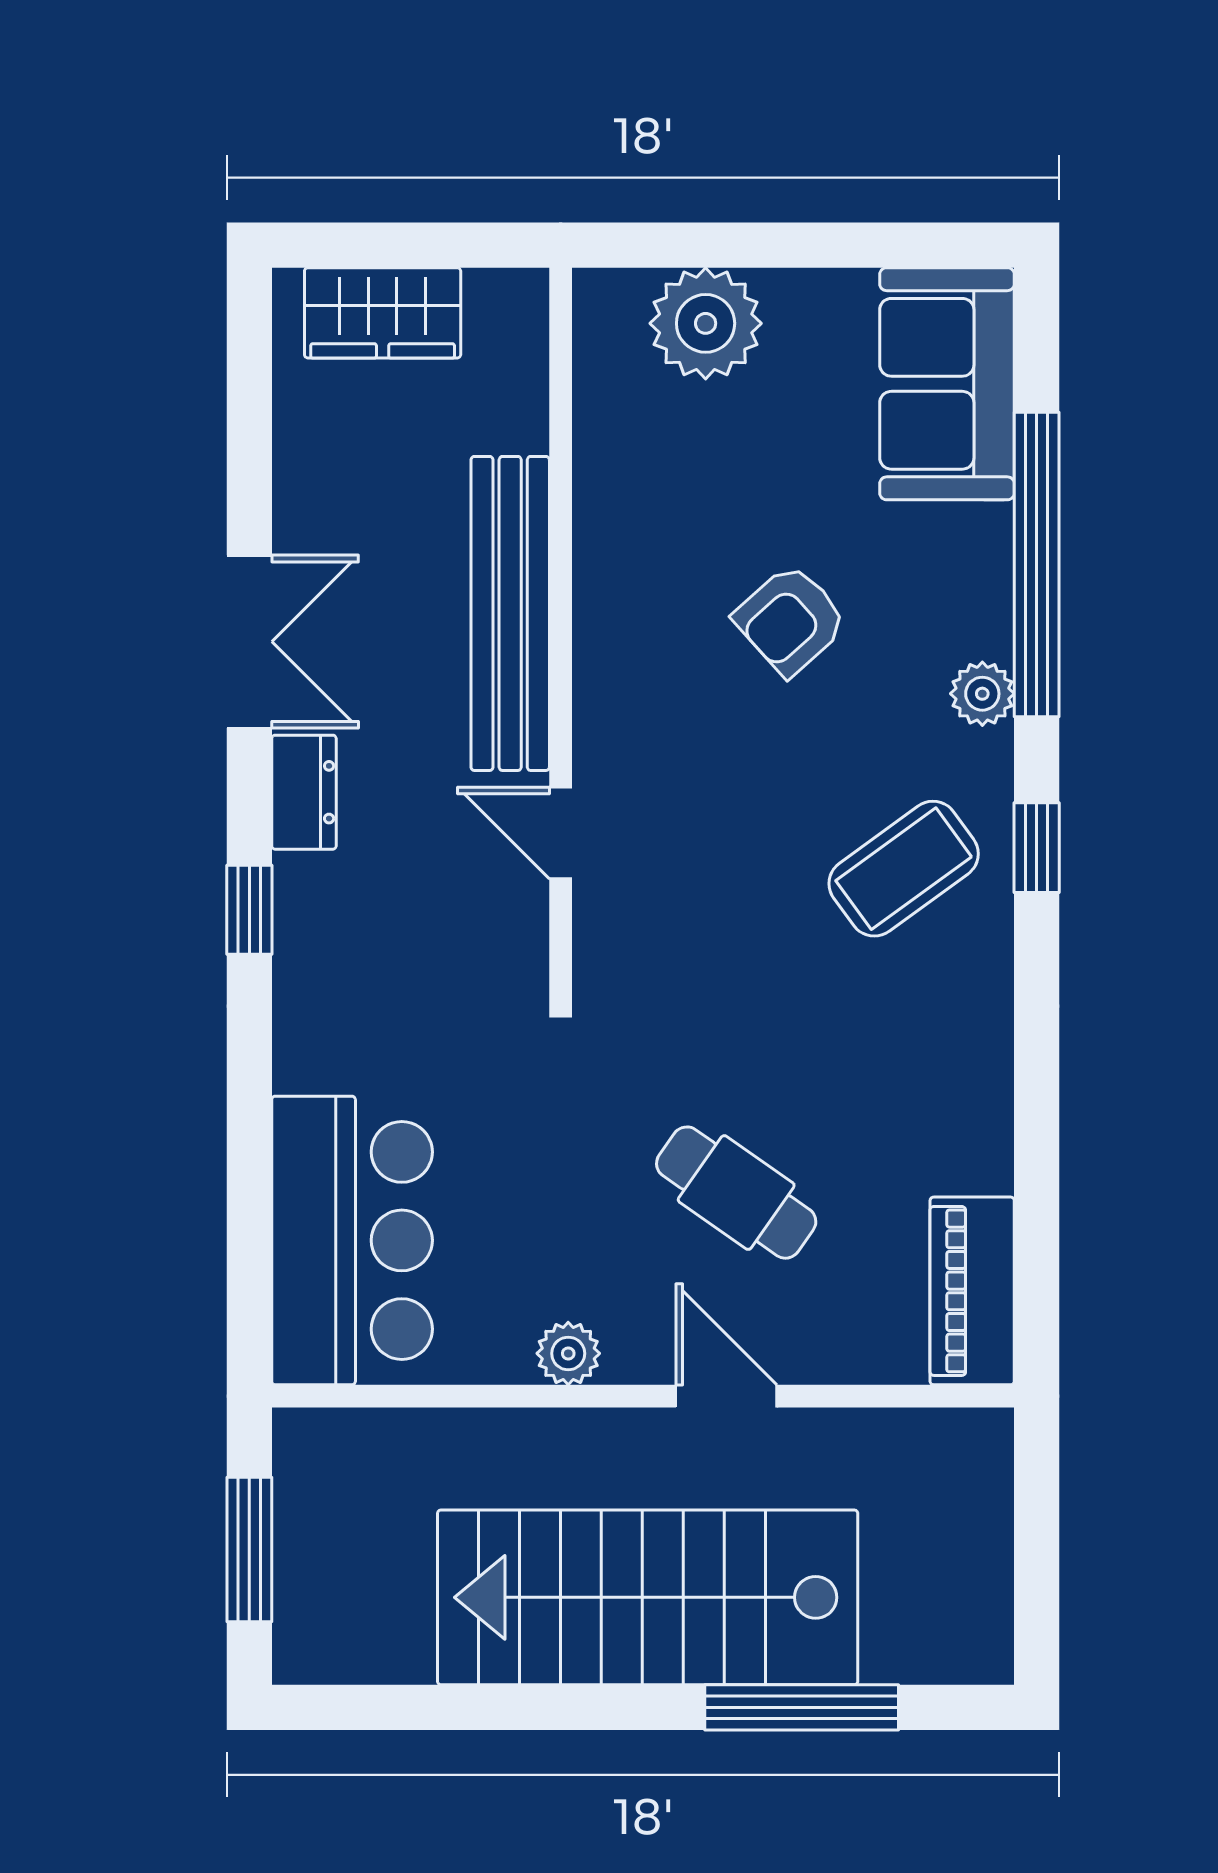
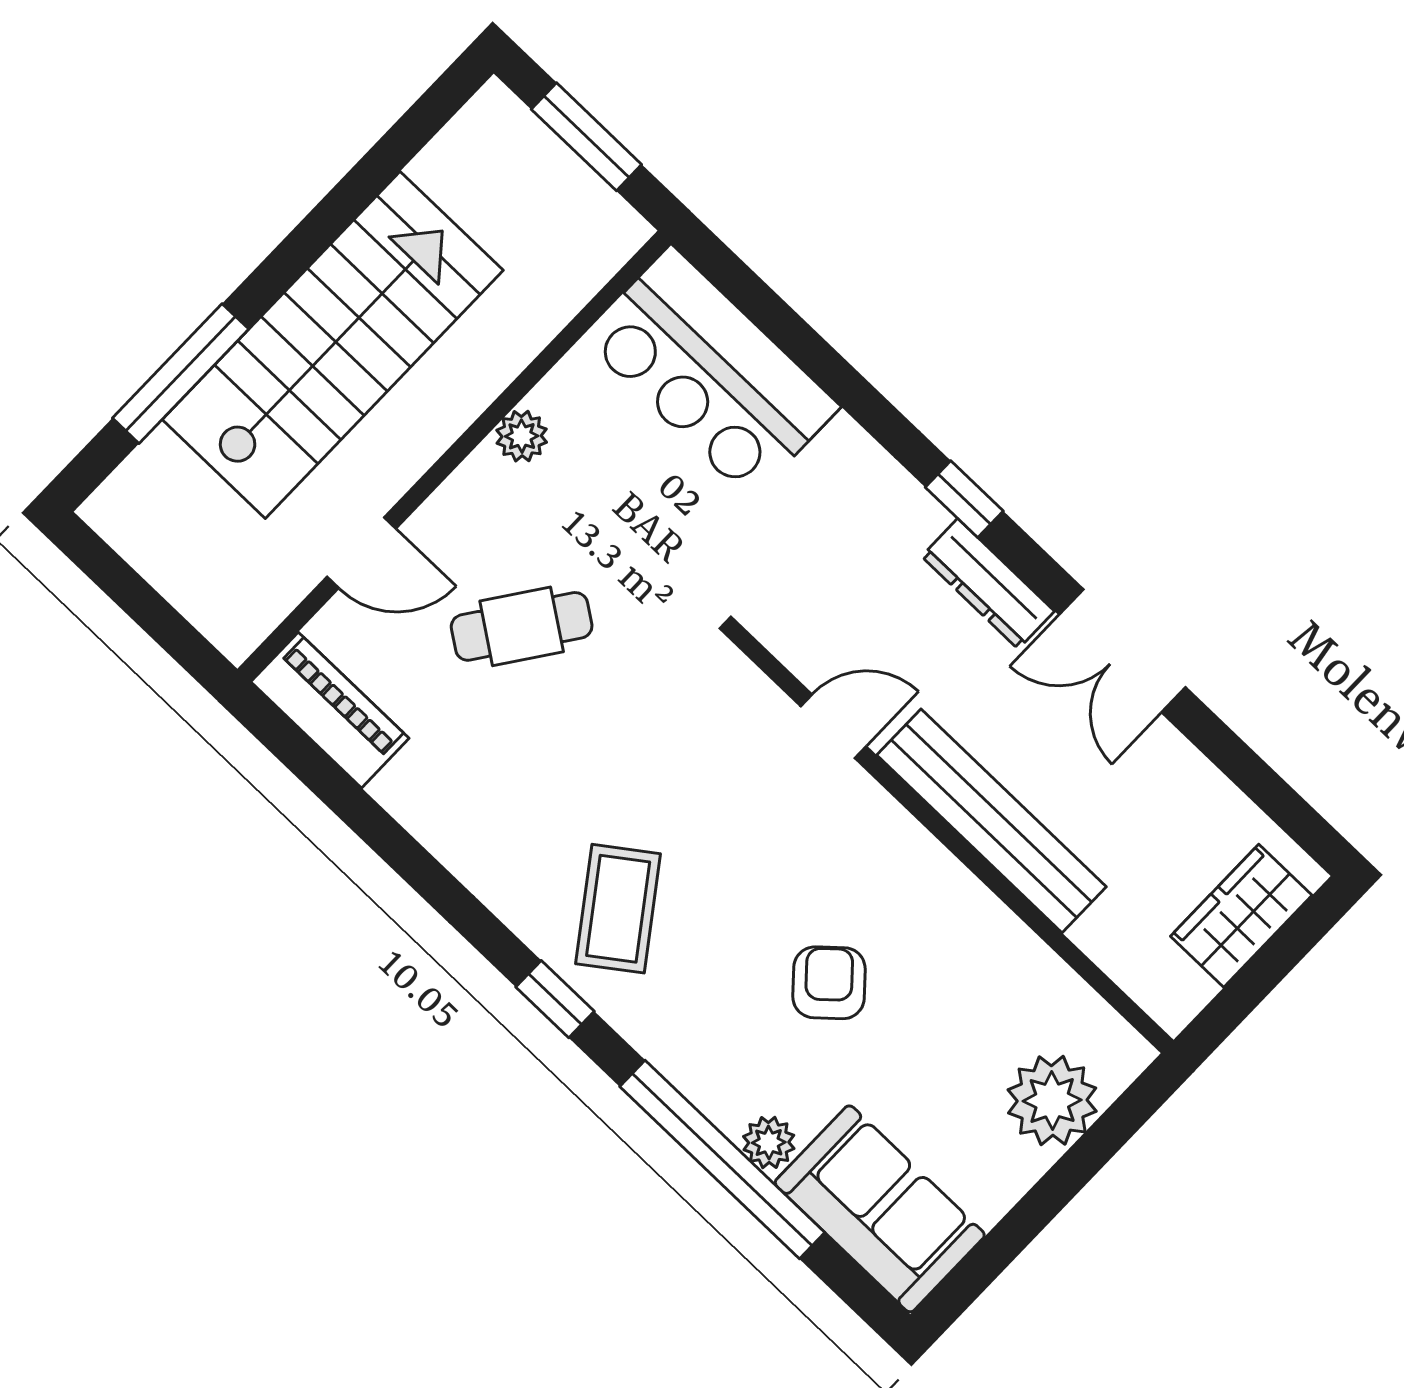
plant: (982, 694) -> (769, 1143), moved
dresser: (304, 792) -> (988, 584), width x1.44
door: (726, 1396) -> (361, 553), moved

